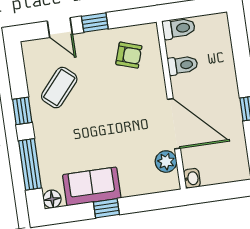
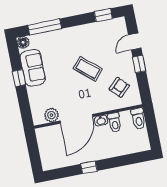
armchair: (129, 55) -> (119, 87), turned -151
coffee table: (59, 88) -> (88, 69), moved
window: (22, 111) -> (103, 15), moved
washbasin: (192, 178) -> (101, 121), moved

